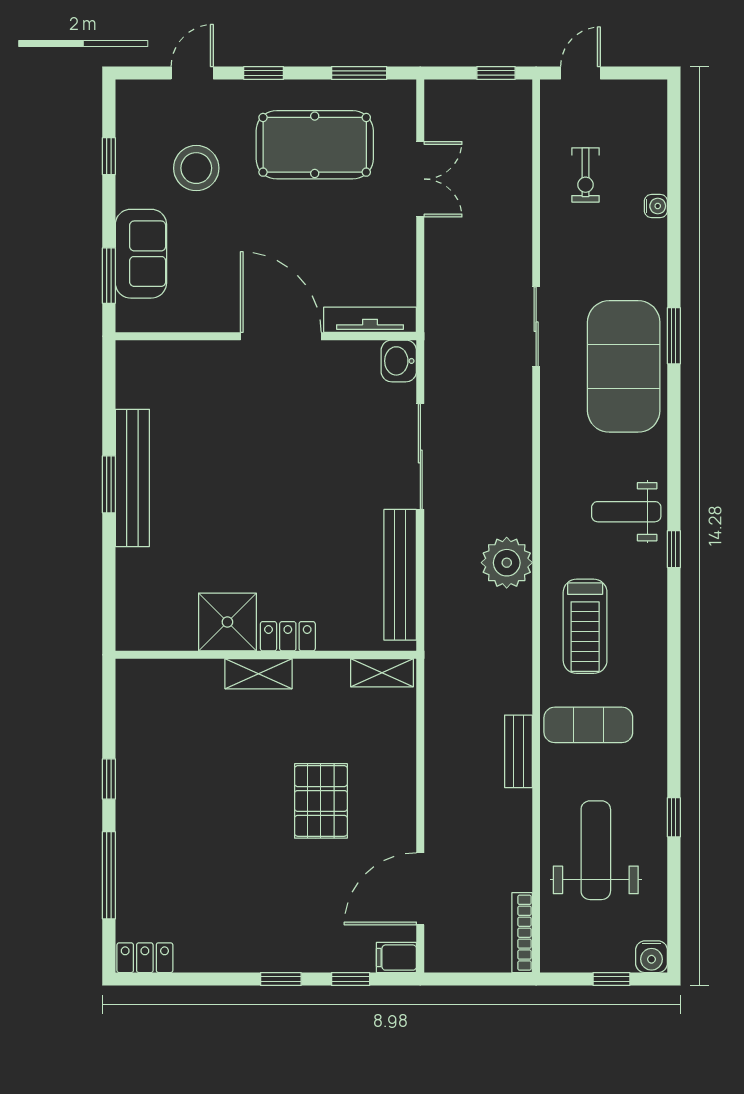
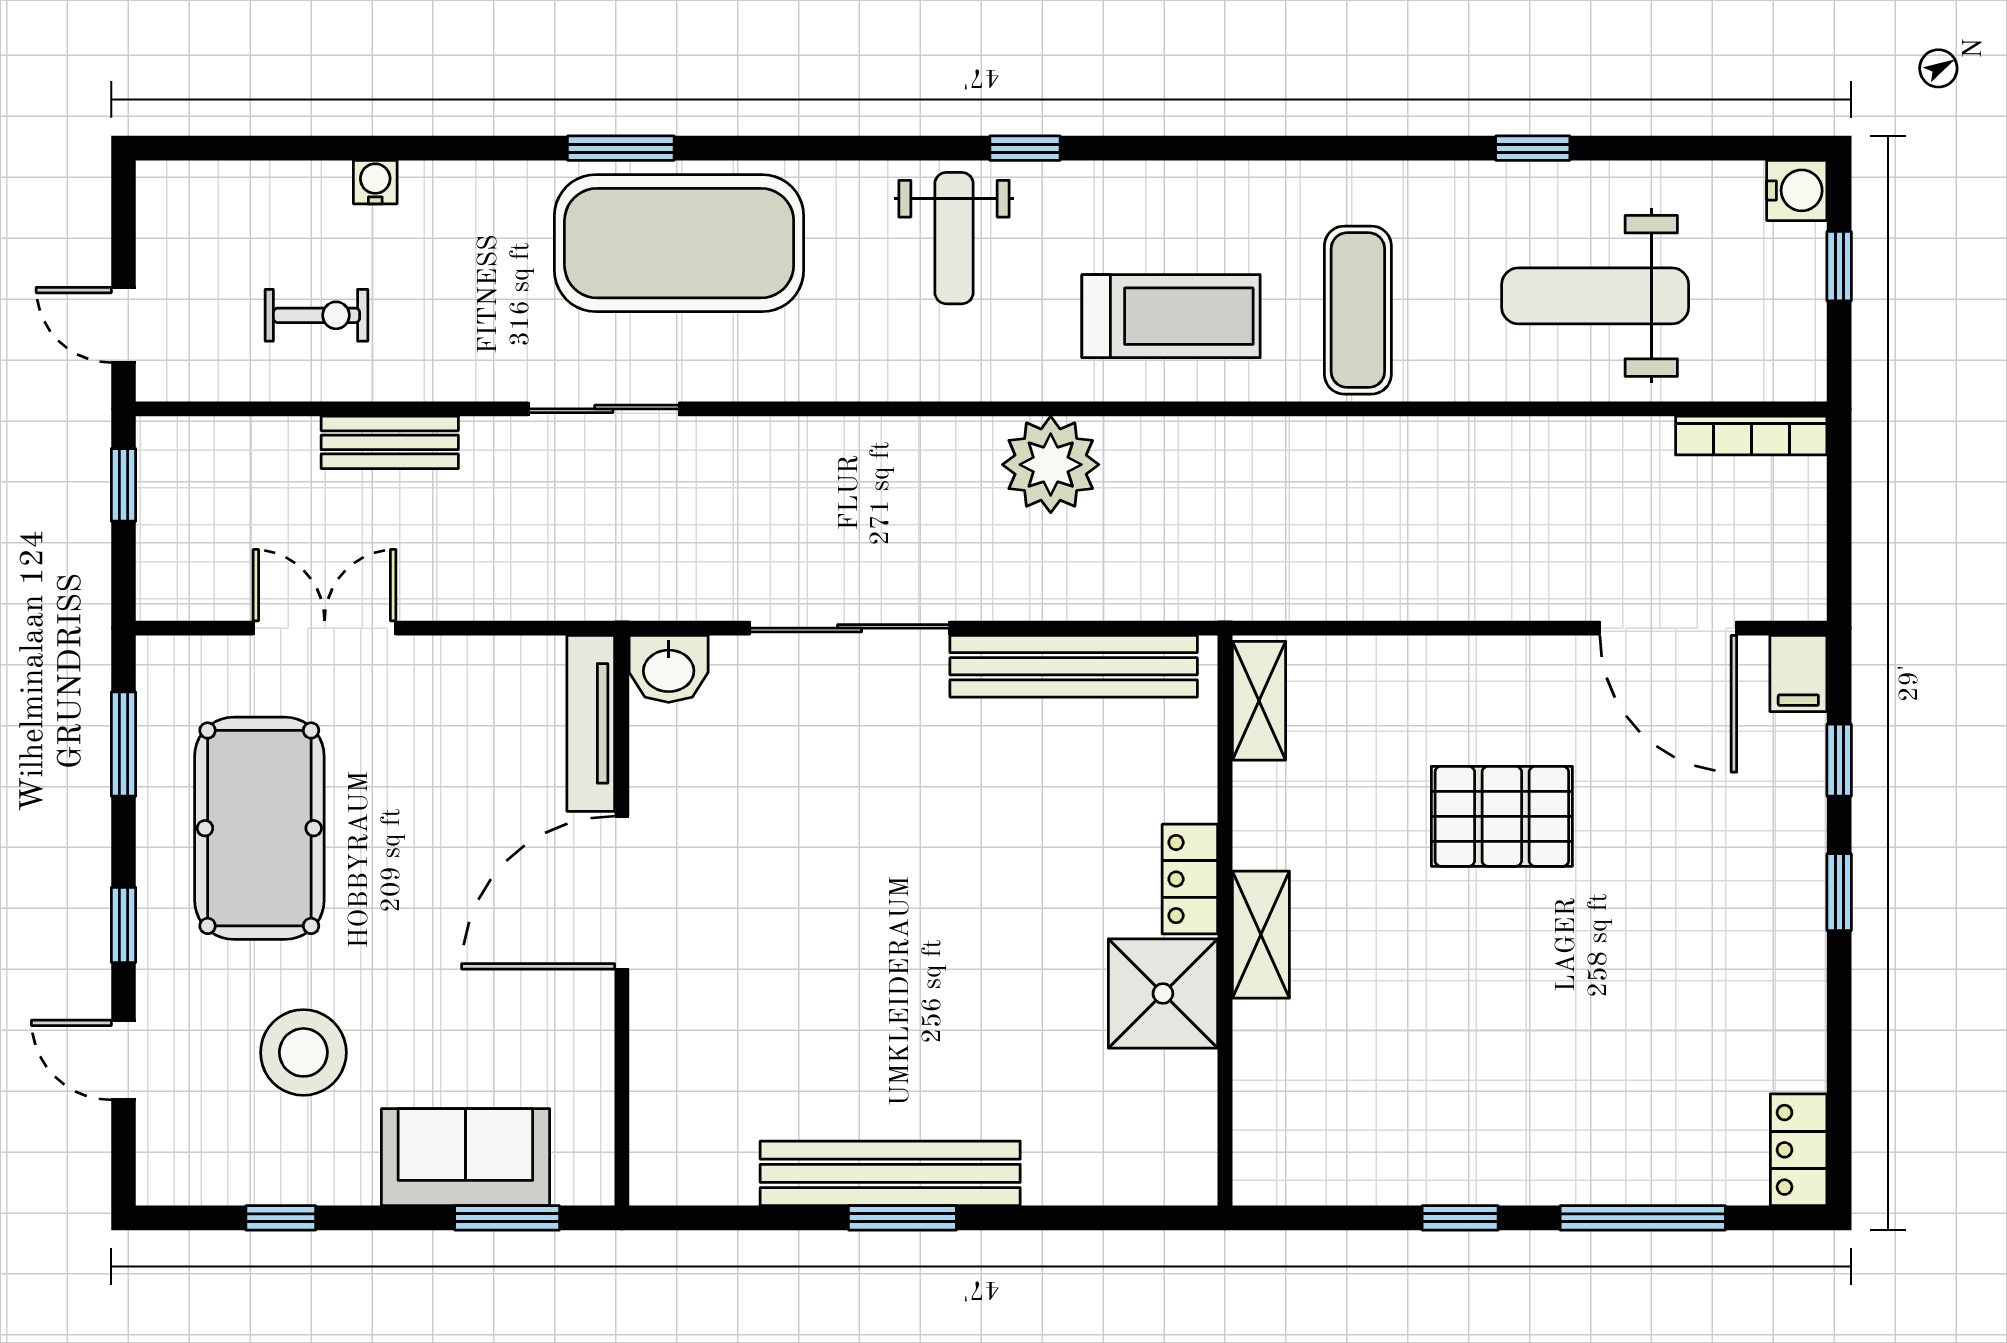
bench: (518, 751) -> (390, 442), moved

